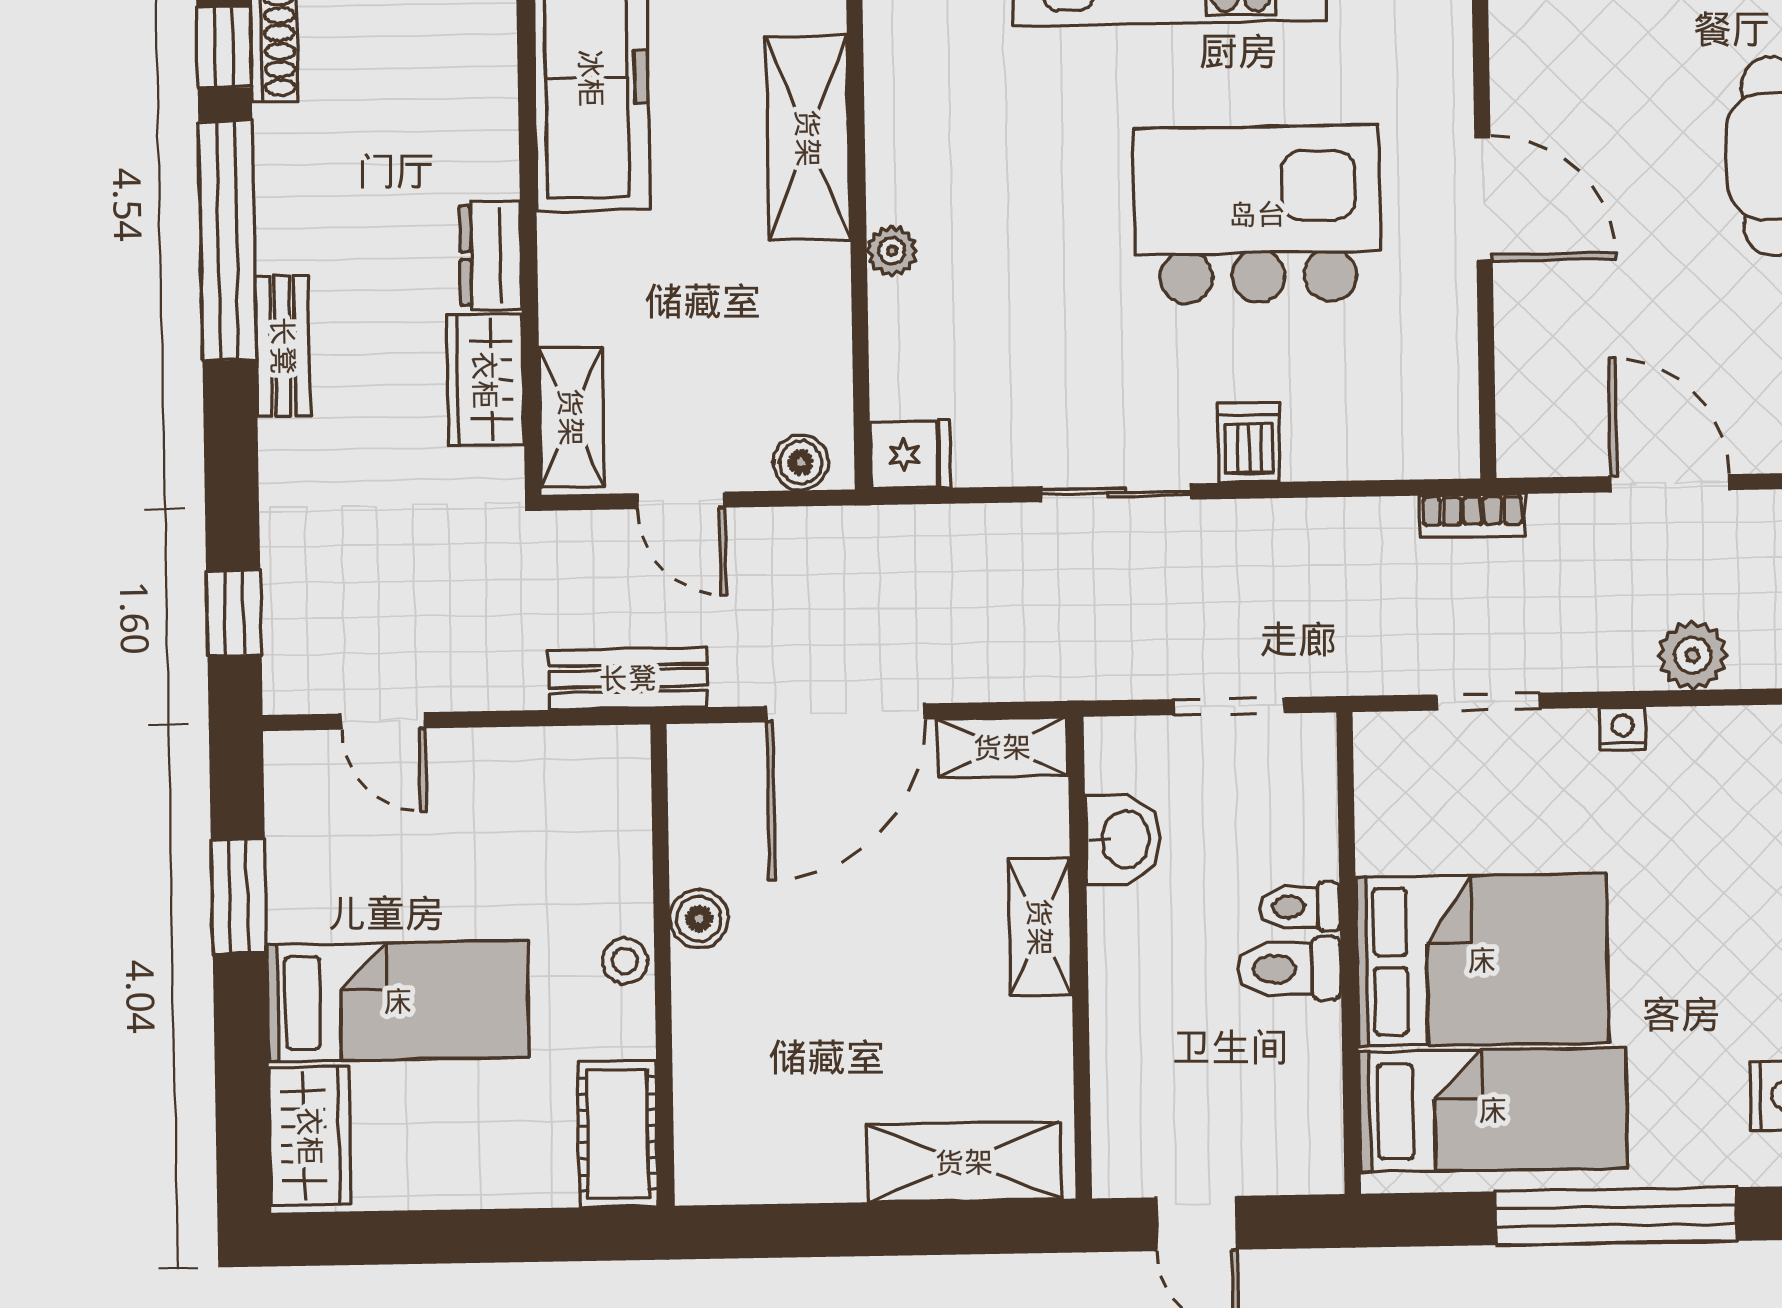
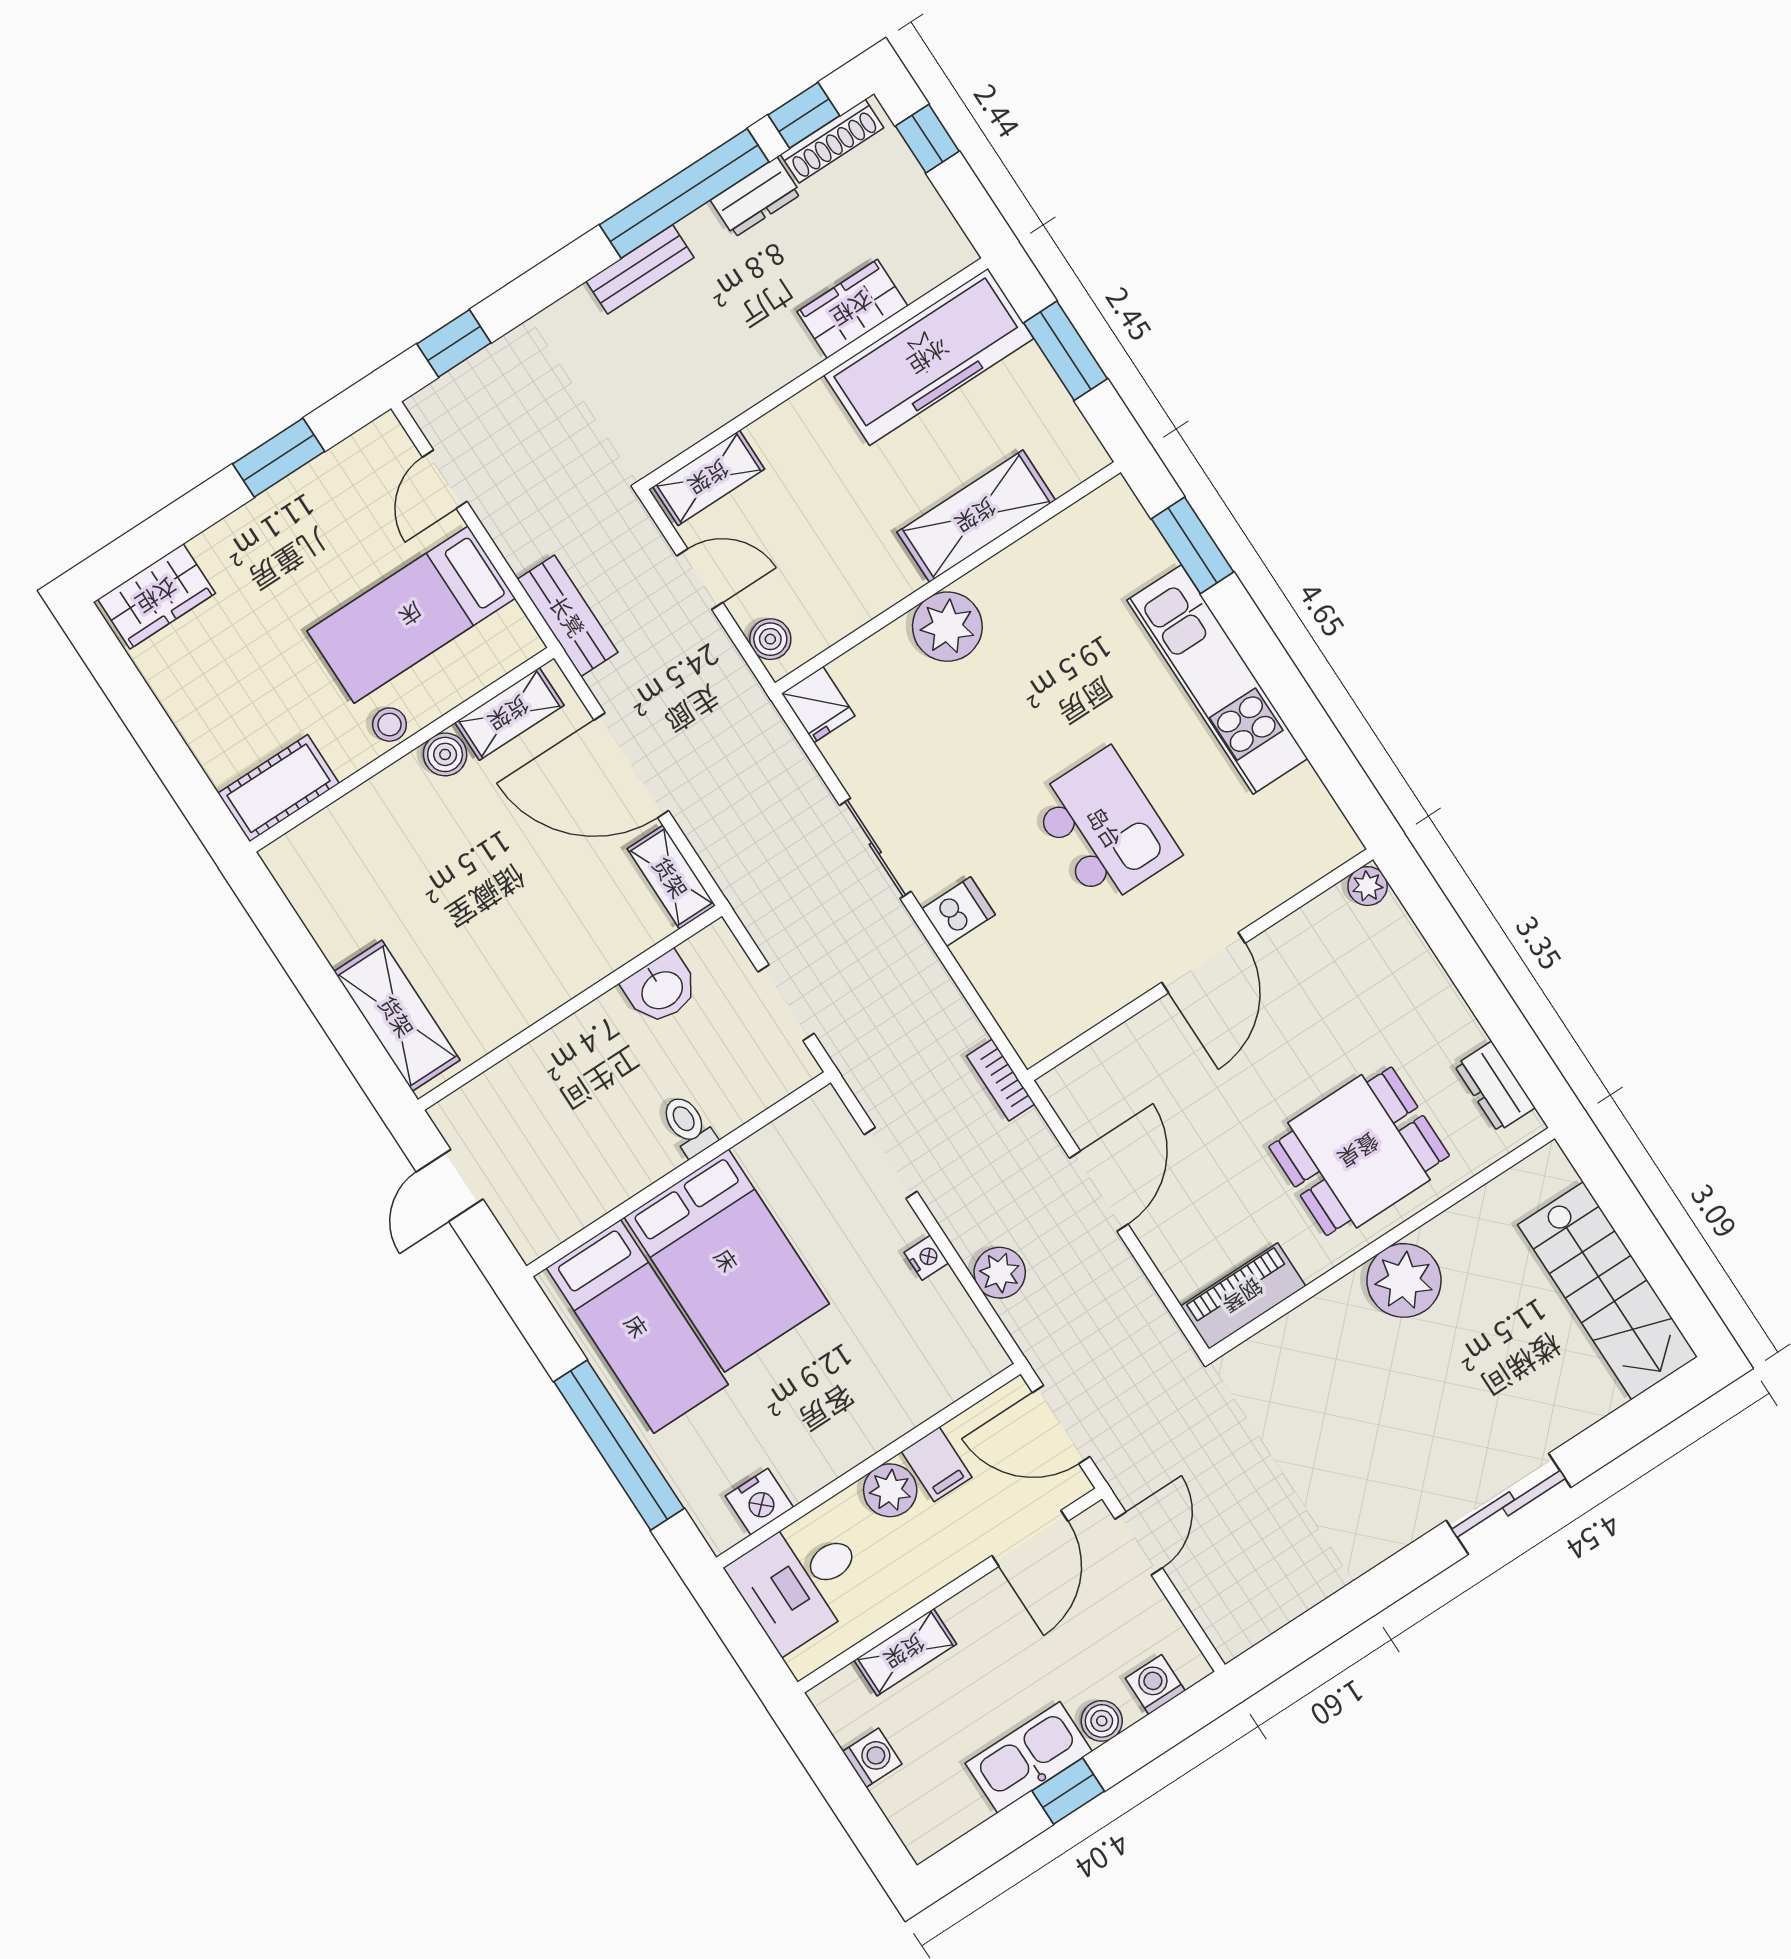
kitchen island: (1257, 214) -> (1105, 827), width x0.73, depth x0.78
plant: (892, 251) -> (947, 627), width x1.87, depth x1.87
dresser: (491, 255) -> (756, 197), moved, turned 180
wardrobe: (485, 380) -> (852, 309), moved
door: (681, 500) -> (700, 579), swing flipped
shelving: (1040, 927) -> (509, 714), moved
toilet: (1289, 969) -> (645, 1143), removed
bed: (398, 1001) -> (411, 615), moved, turned 90

